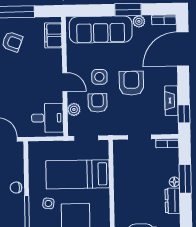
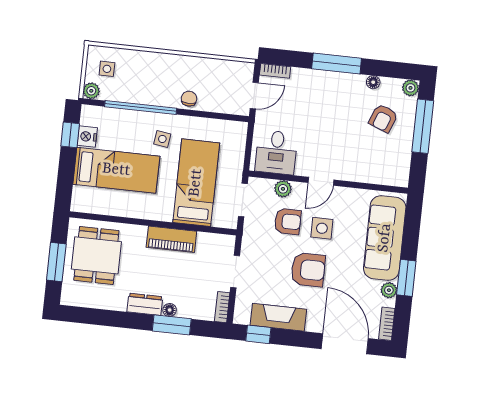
filing cabinet: (53, 35) -> (385, 174), removed
fireplace: (171, 101) -> (278, 317), width x1.37, depth x1.32
piano: (122, 187) -> (171, 239), added

